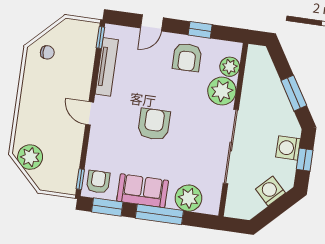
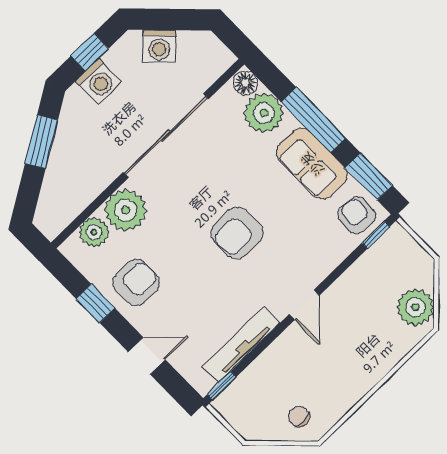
armchair: (98, 182) -> (357, 215), turned 95
floor lamp: (210, 206) -> (245, 83), added

